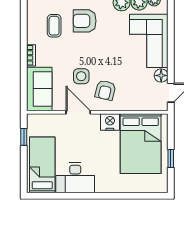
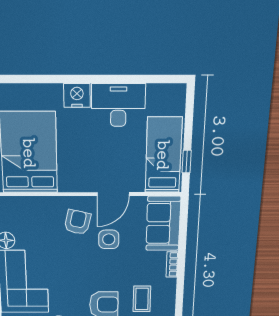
door: (78, 112) -> (113, 194), hinge flipped
nightstand: (110, 122) -> (77, 95), moved, turned 180
bed: (42, 165) -> (163, 155), moved, turned 180

